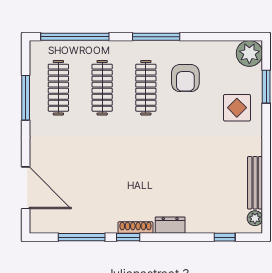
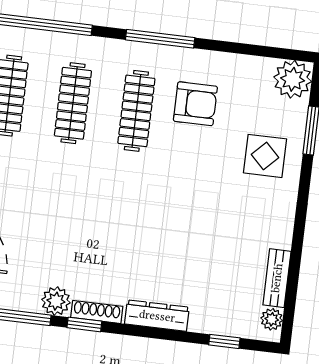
armchair: (185, 78) -> (195, 104), turned -90
bench: (255, 183) -> (277, 278), width x0.73
plant: (107, 224) -> (56, 301), added
dresser: (170, 225) -> (157, 316), width x1.44

